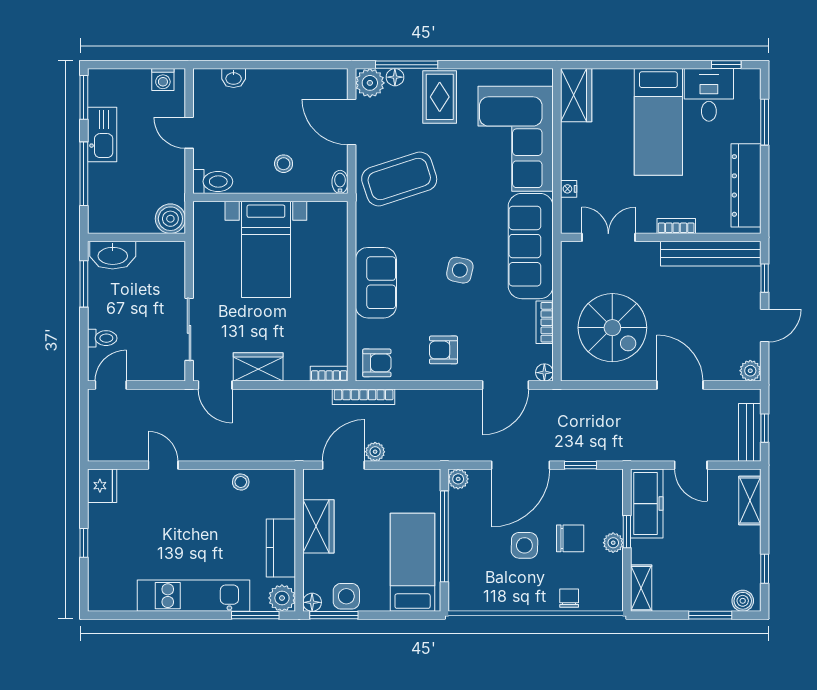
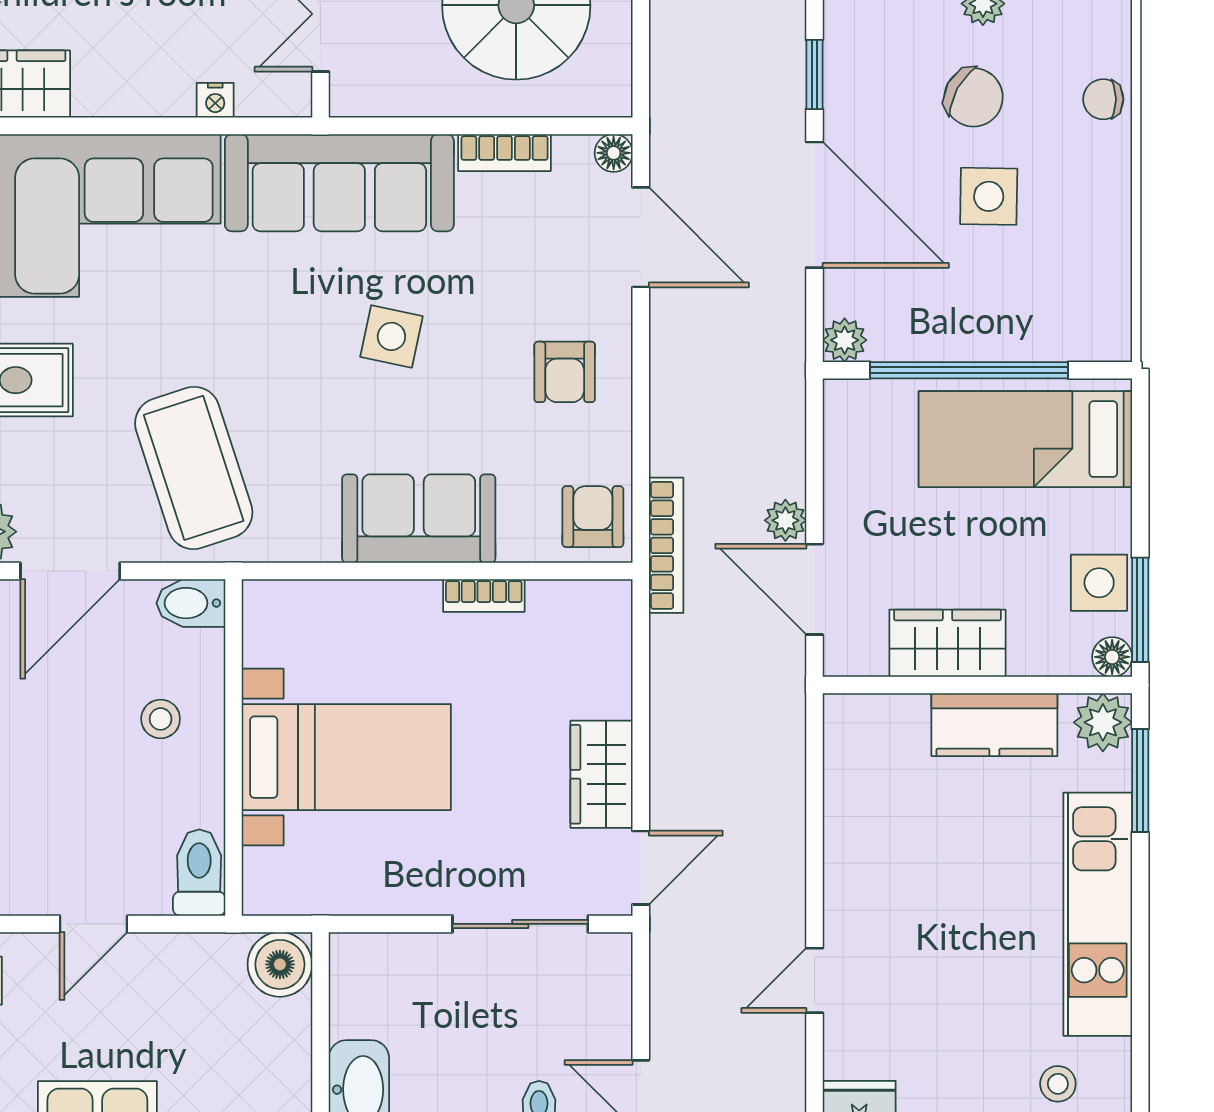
bidet: (340, 182) -> (191, 603), width x1.38, depth x1.36
bookcase: (329, 374) -> (484, 595), moved, turned -90
stool: (241, 482) -> (1058, 1084), moved
chair: (570, 538) -> (974, 97), turned 119

